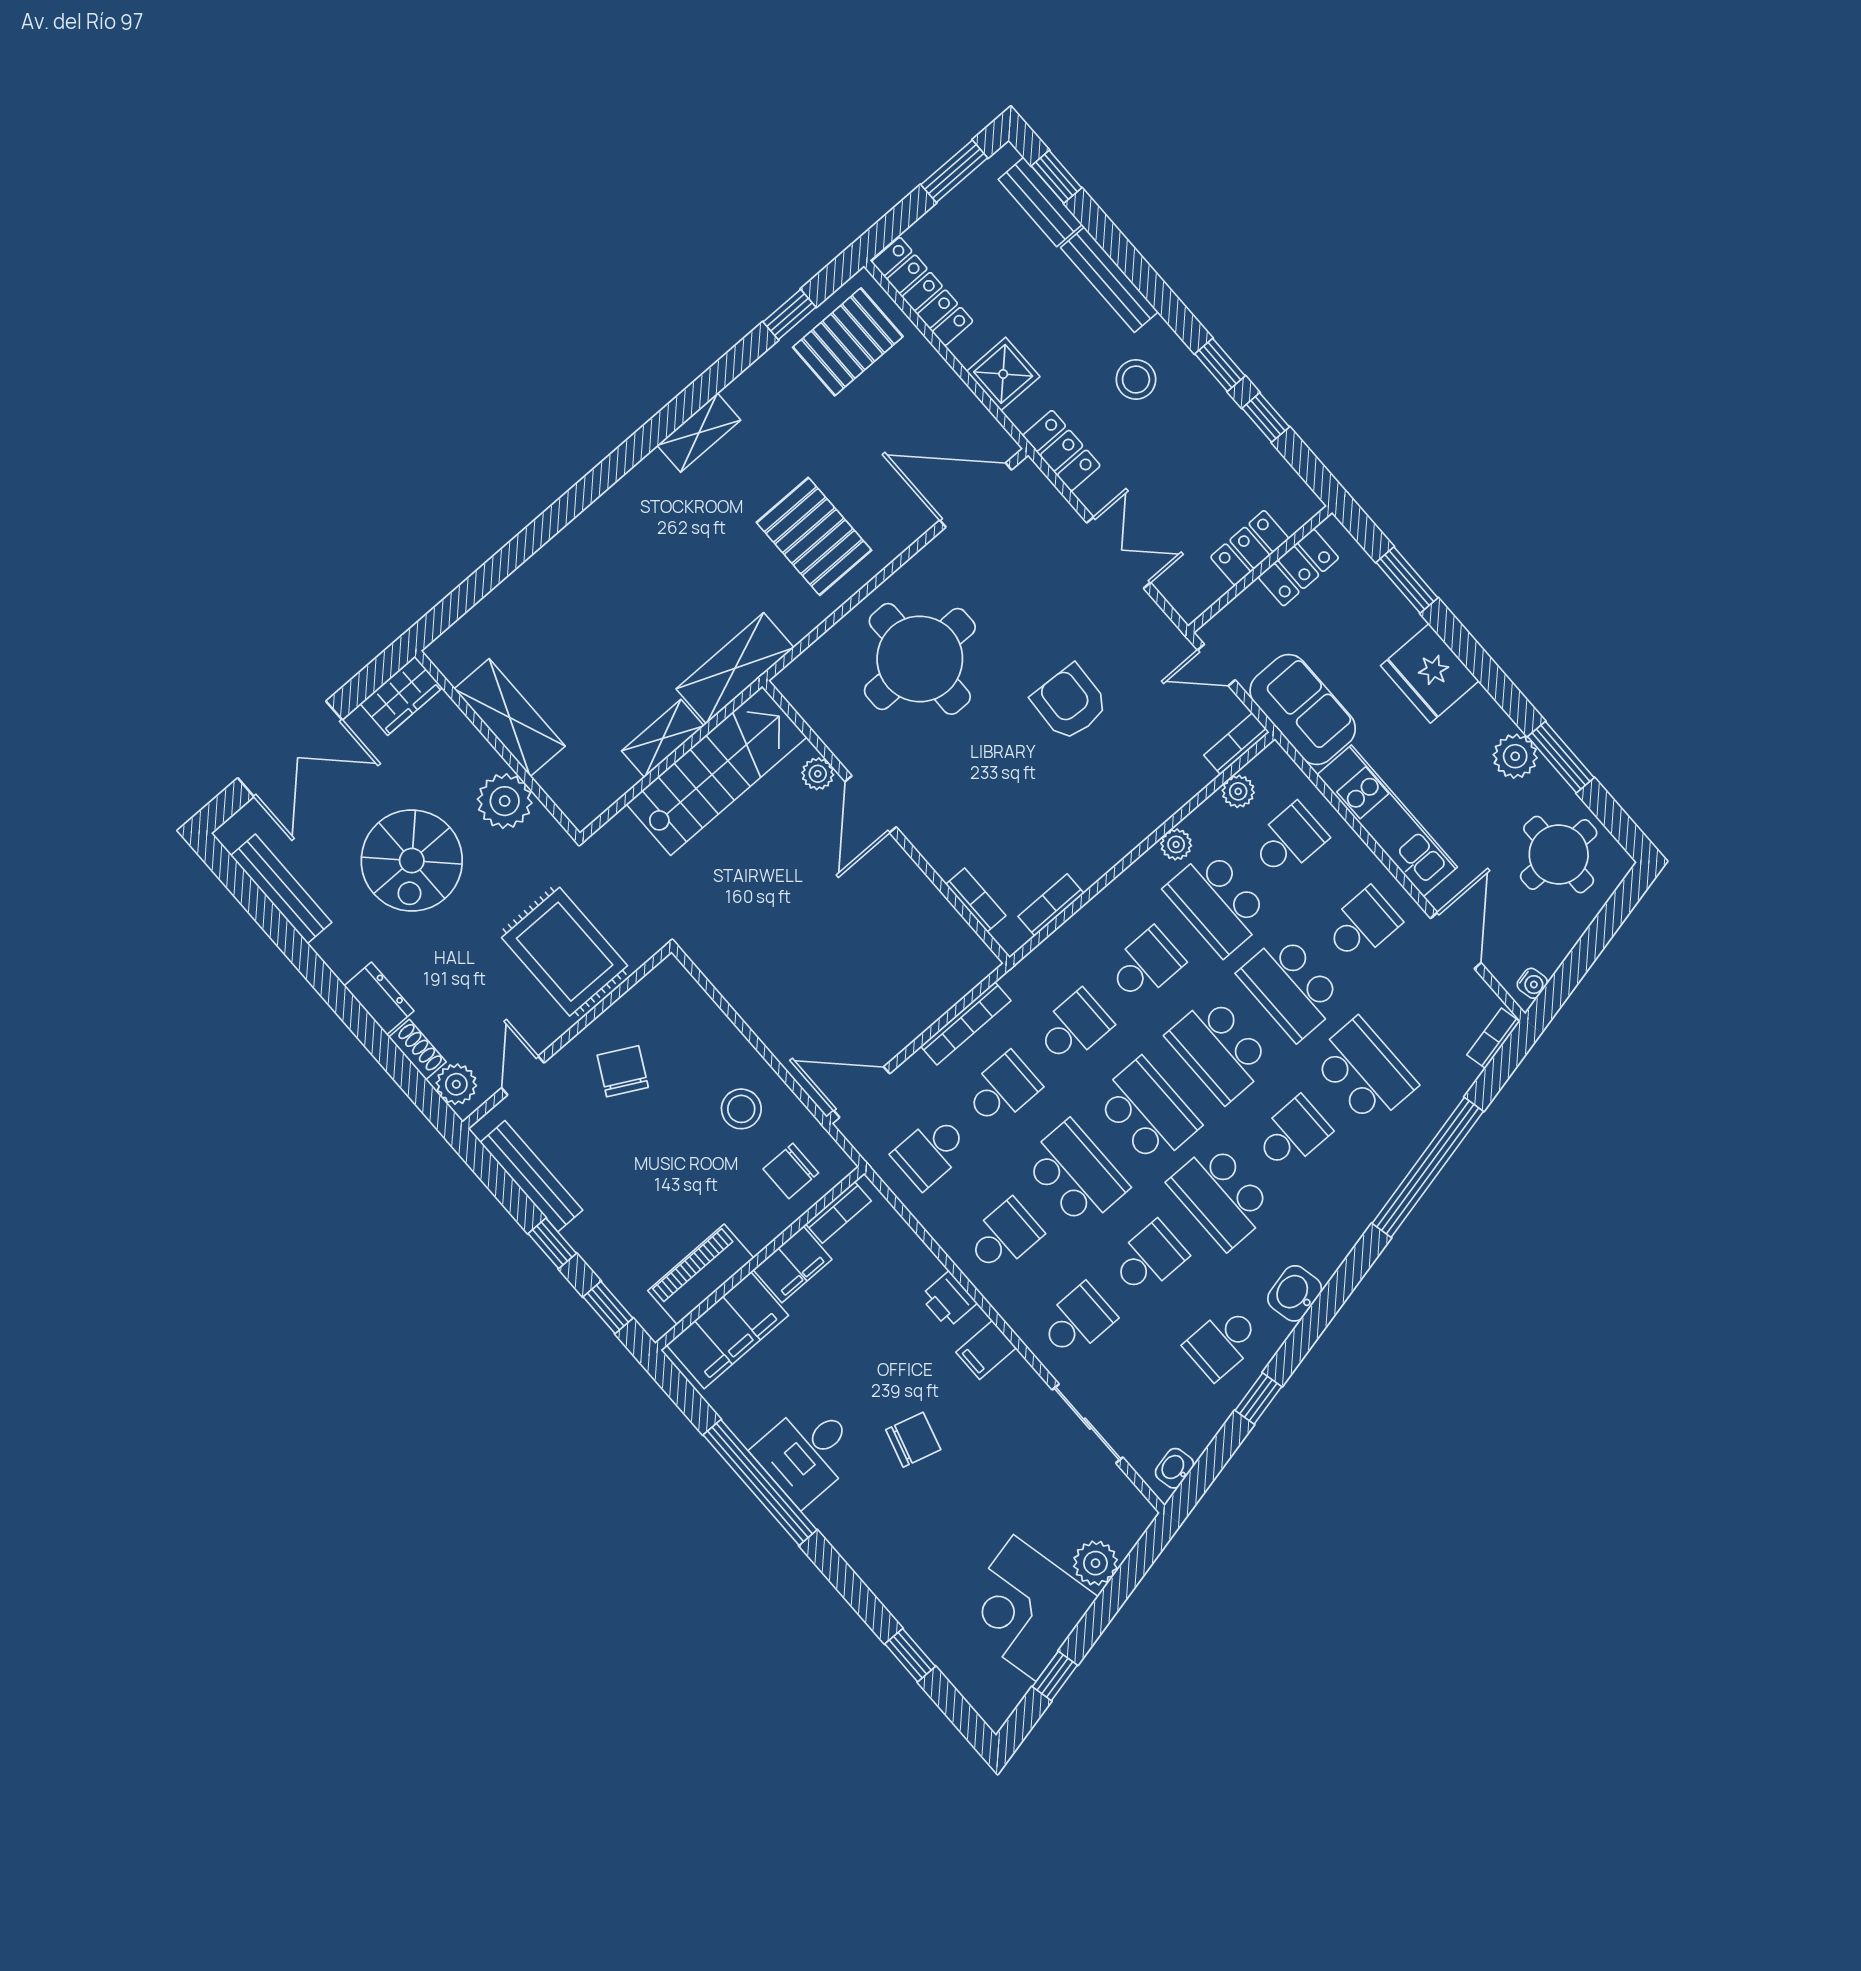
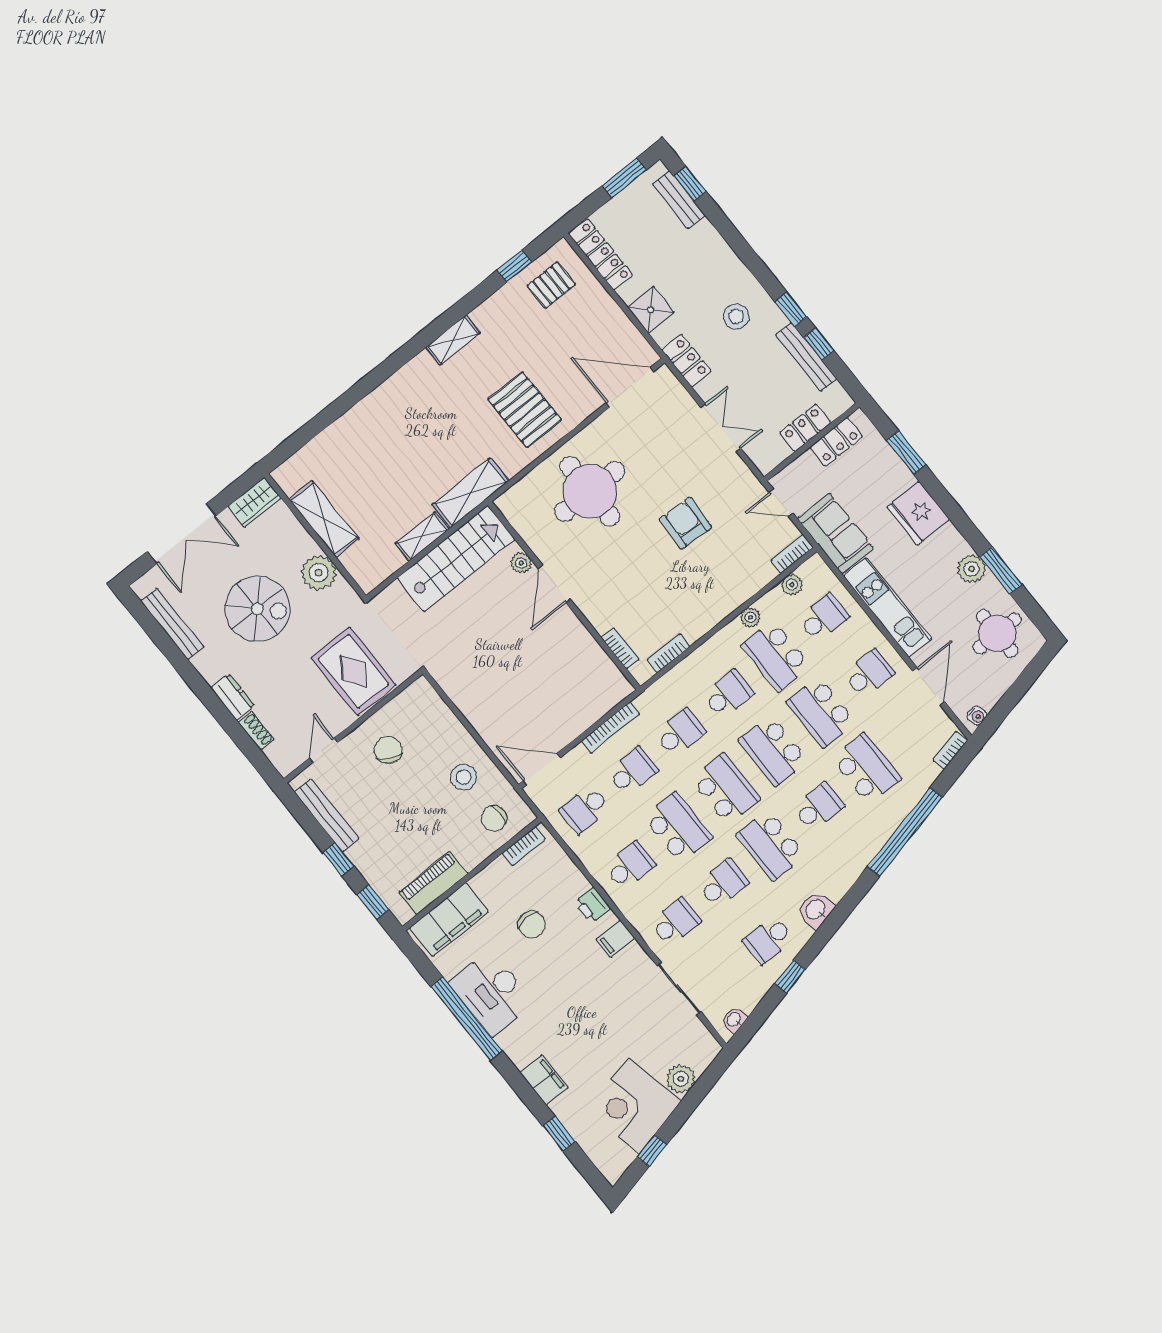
bench: (1109, 280) -> (806, 357), moved
pallet: (848, 342) -> (551, 285), width x0.67, depth x0.71
spiral stairs: (412, 861) -> (257, 609), turned -90
plant: (456, 1084) -> (280, 754), removed
filing cabinet: (793, 1264) -> (544, 1080), moved, turned -90
chair: (913, 1440) -> (532, 925), moved, turned 74
desk: (807, 1452) -> (491, 993), width x1.37

